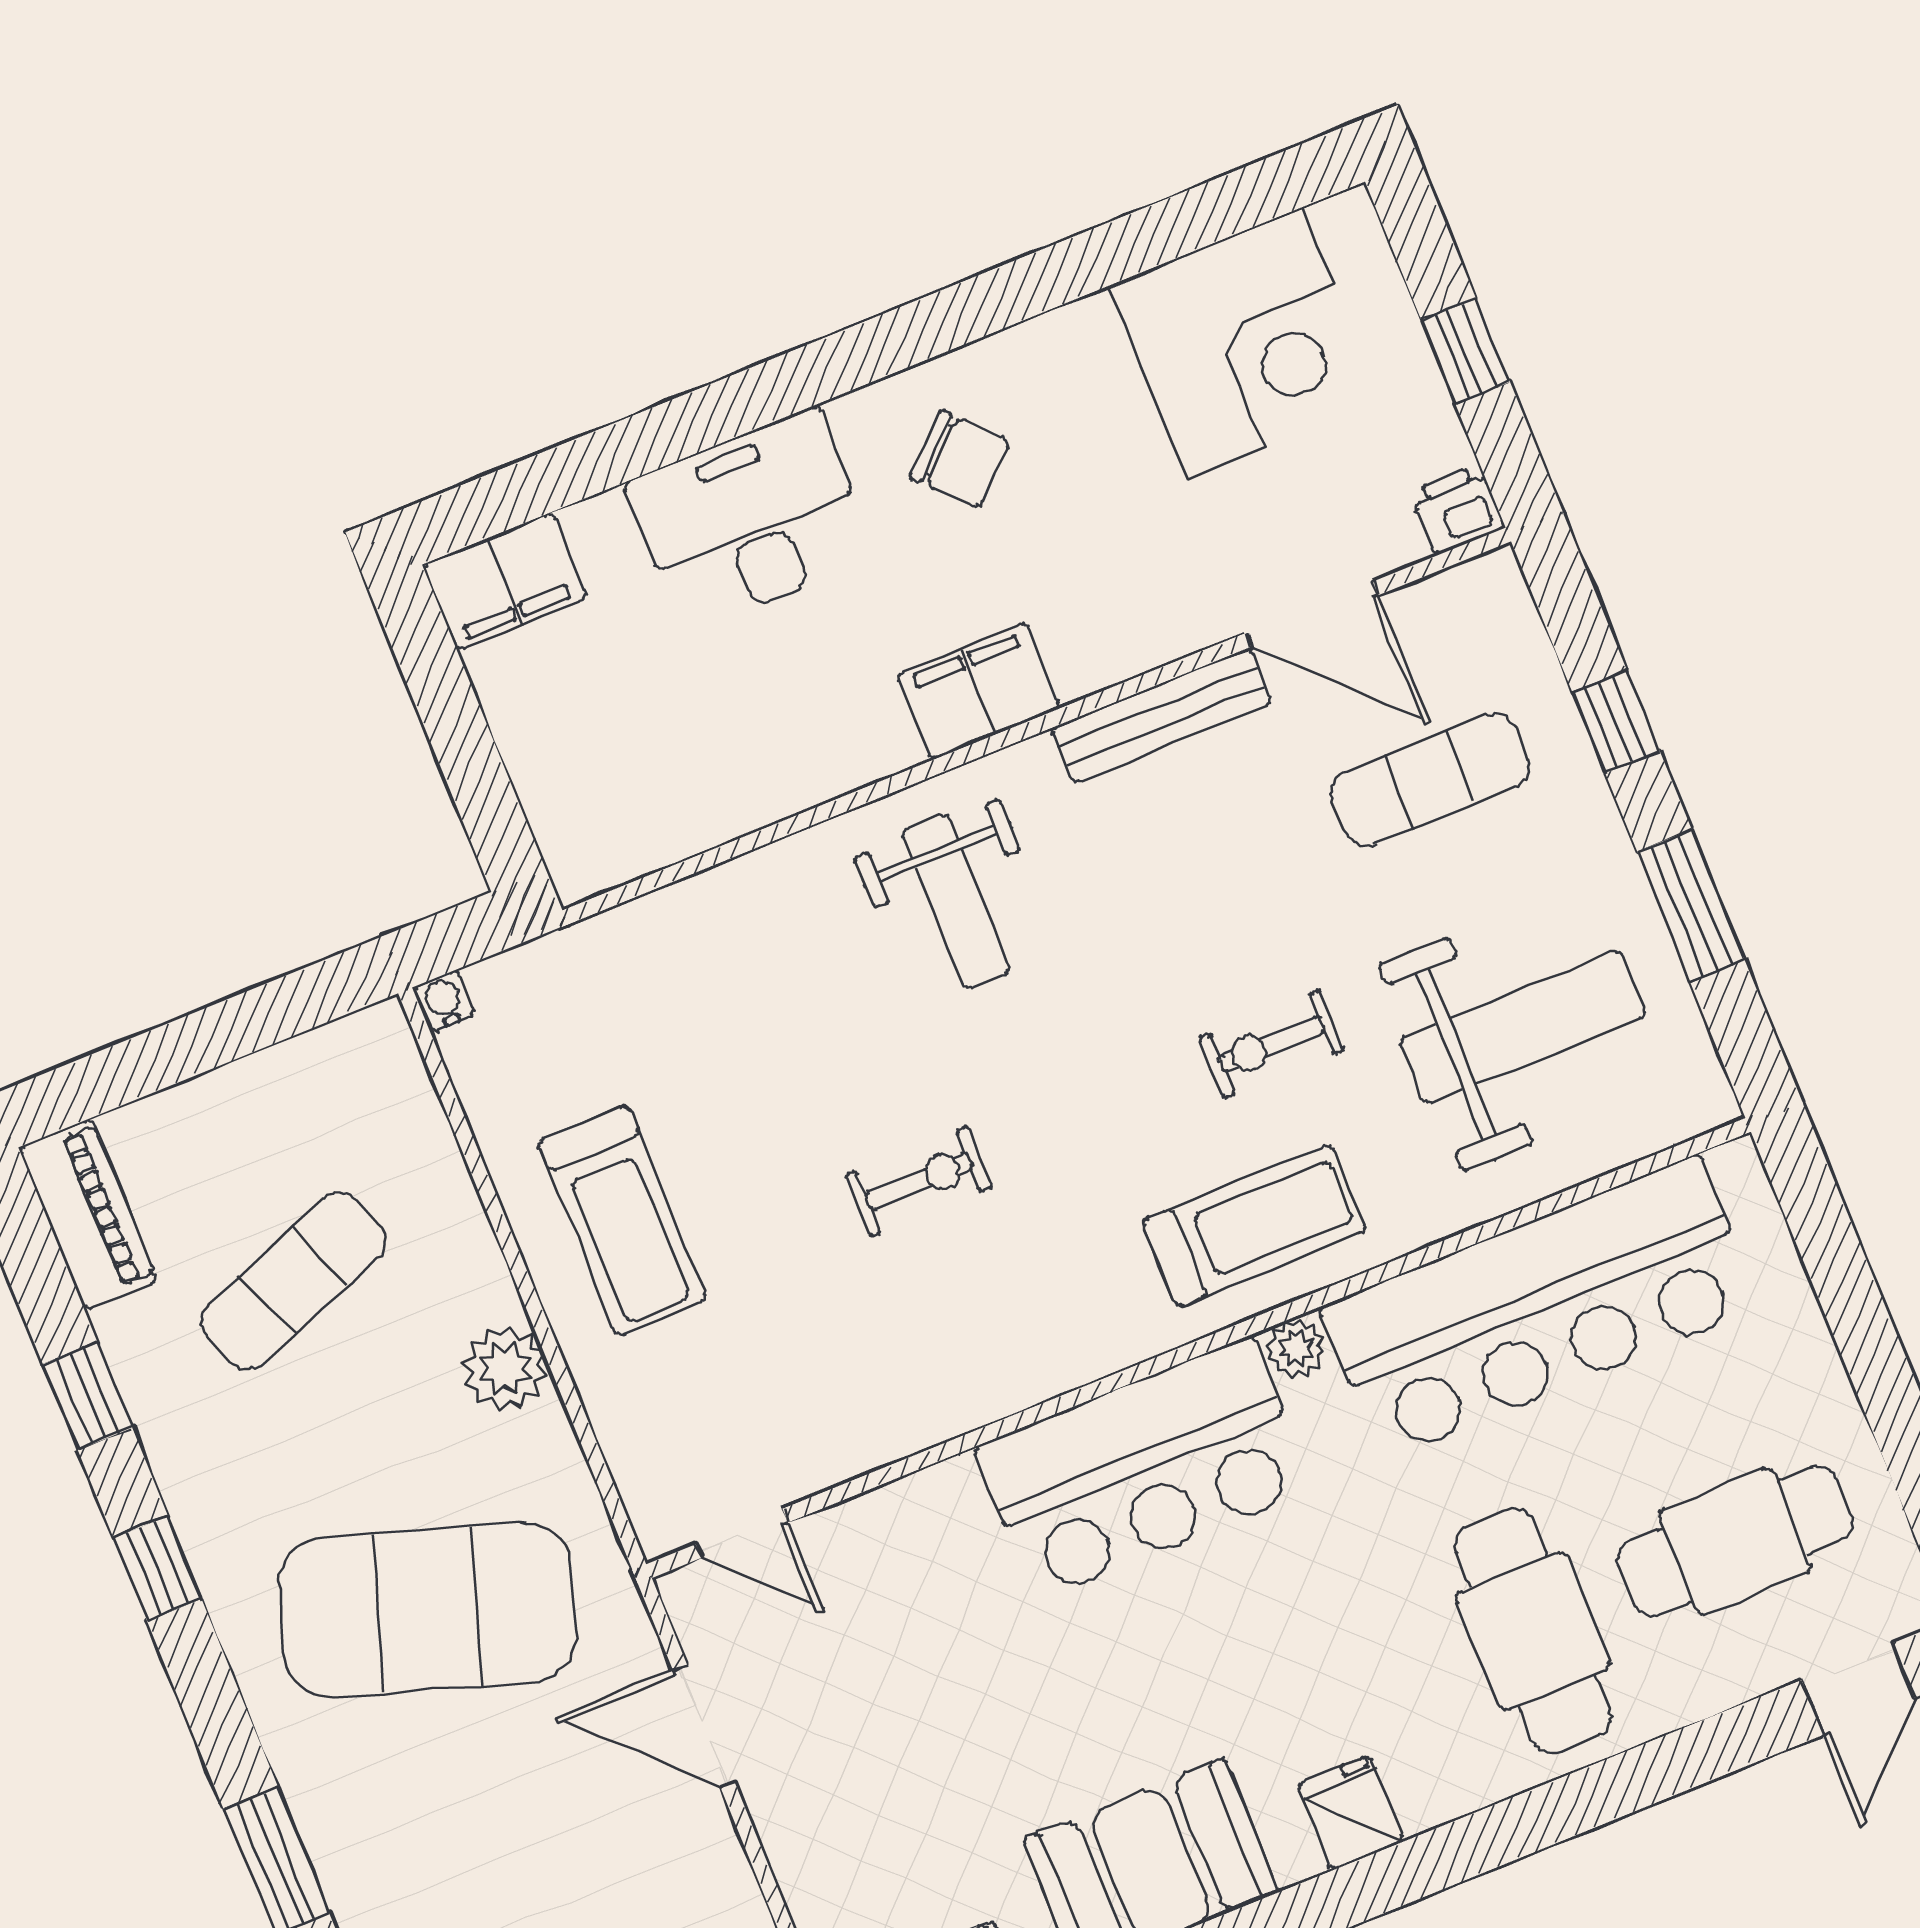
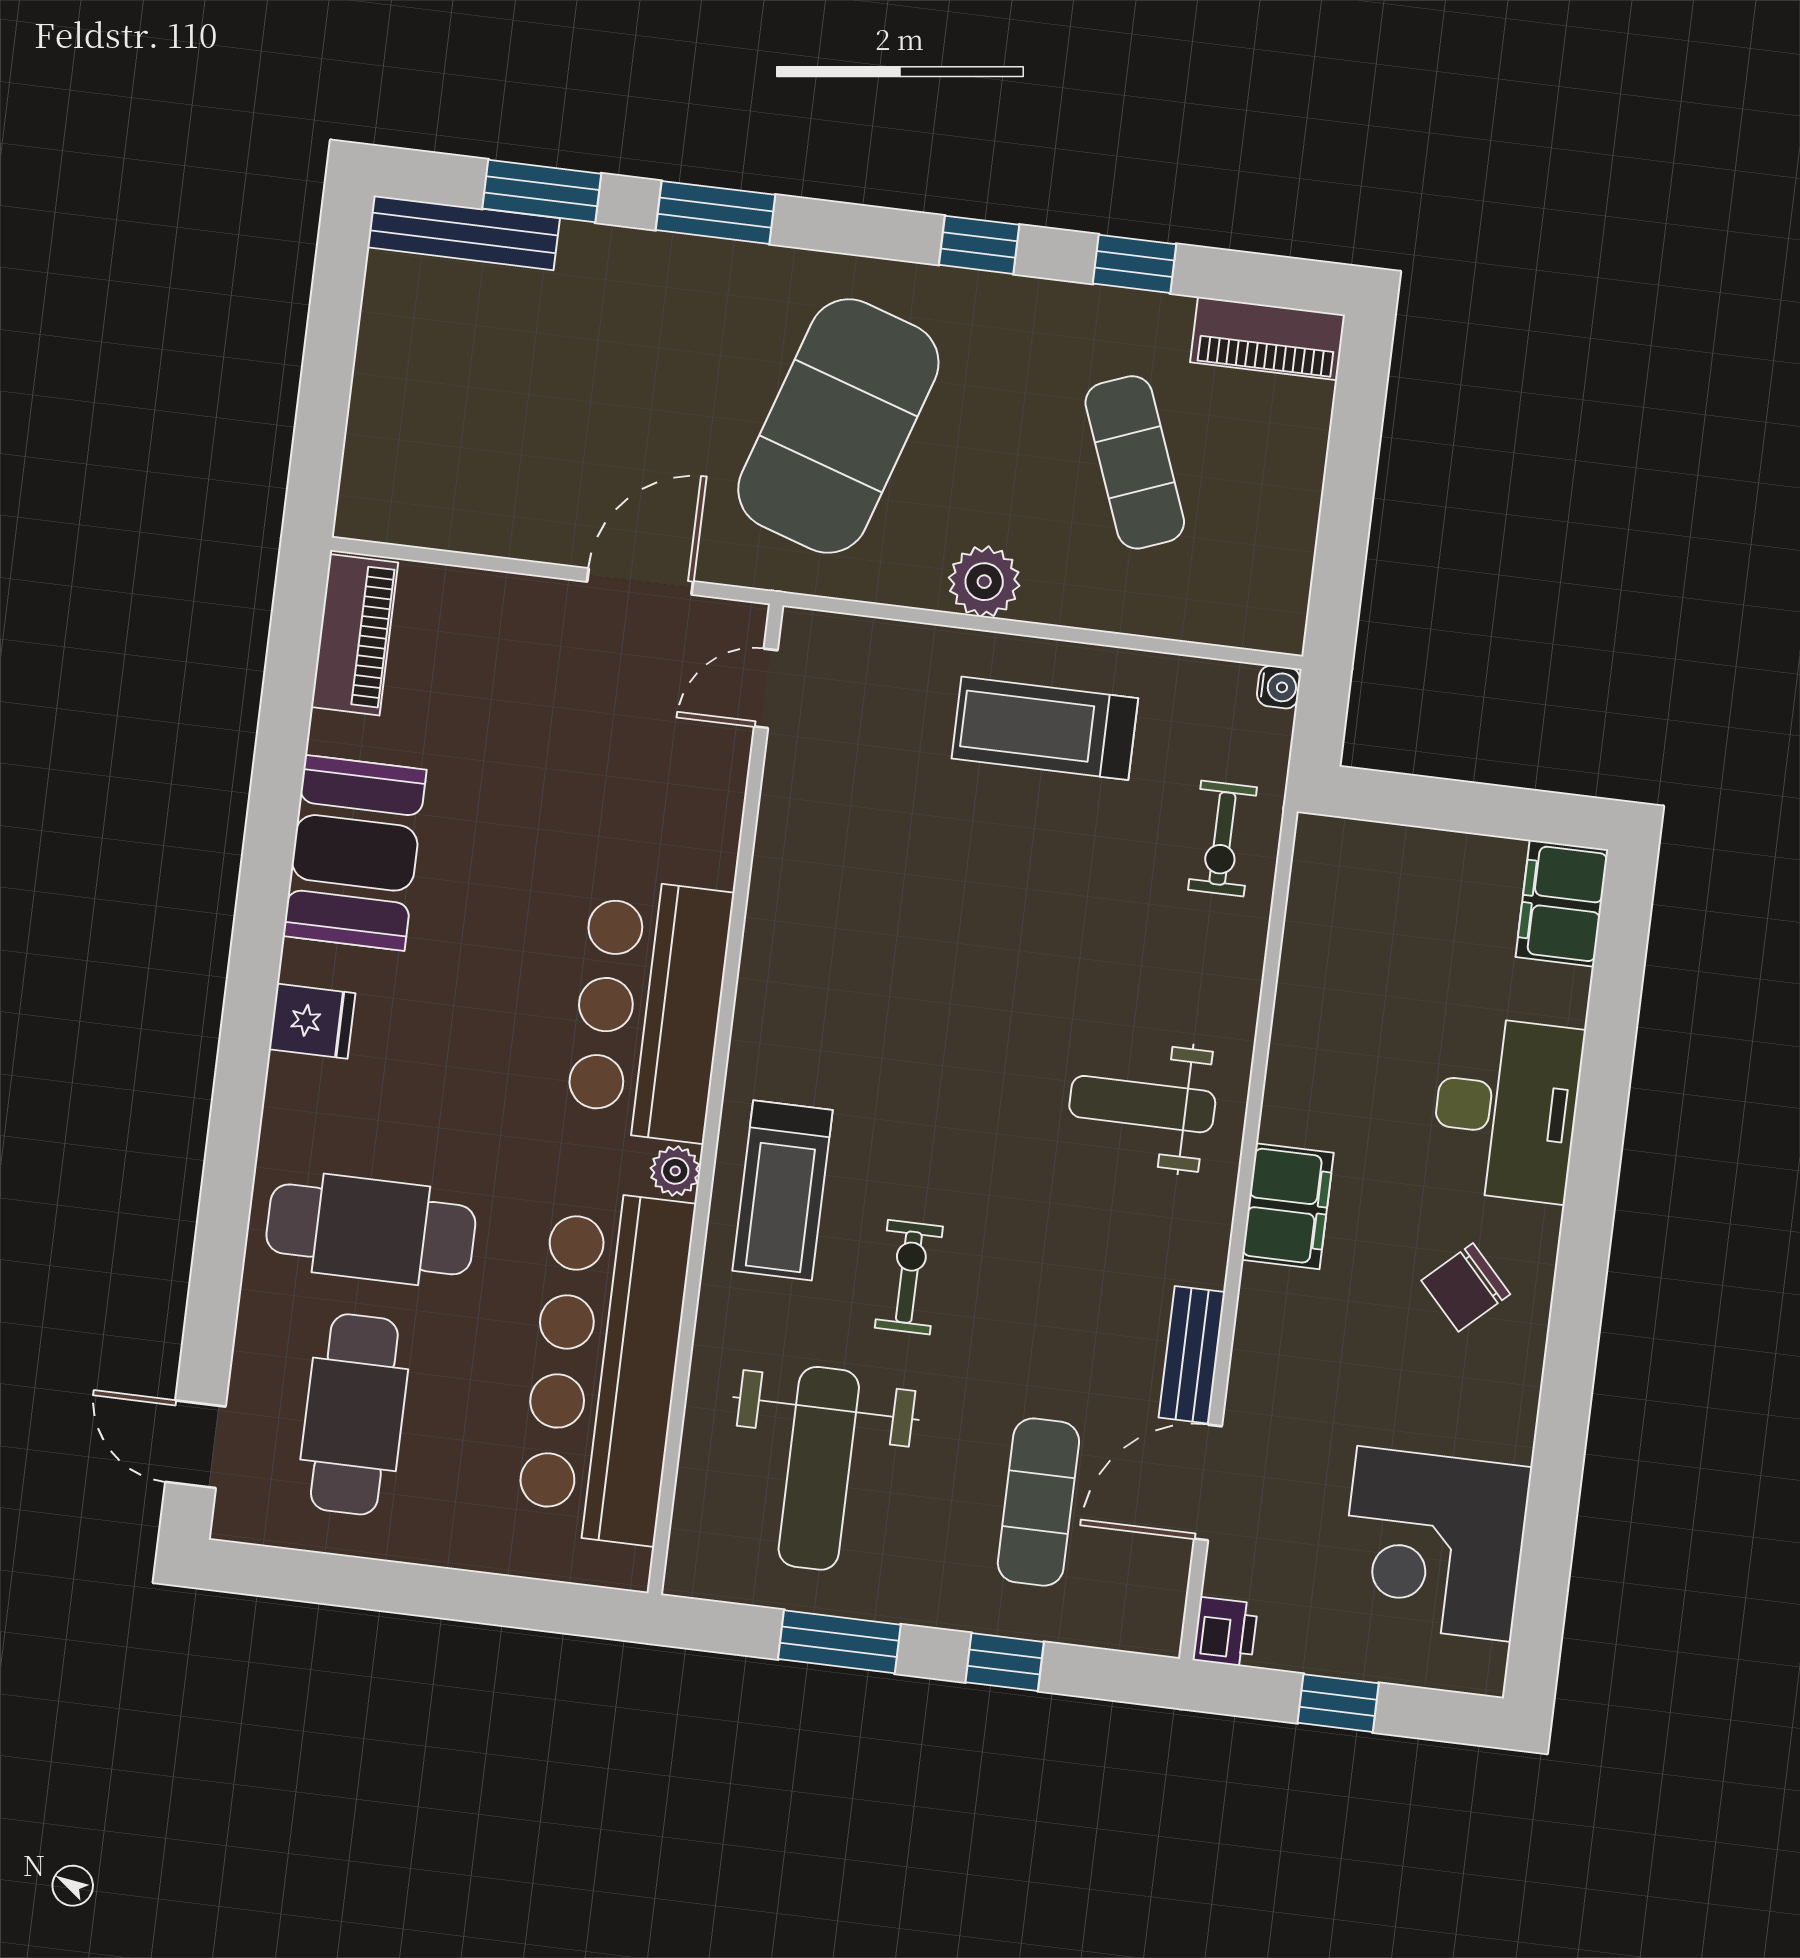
bench: (1162, 716) -> (1192, 1355), width x0.73
exercise bike: (919, 1181) -> (1222, 838), moved

